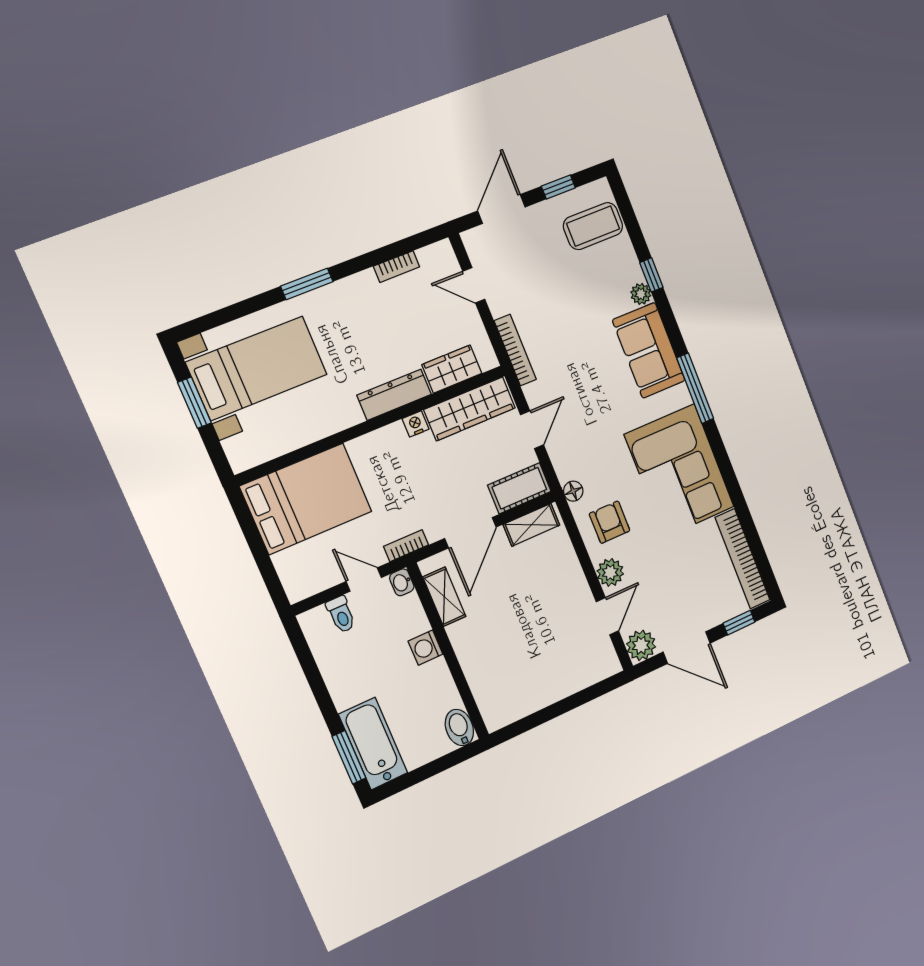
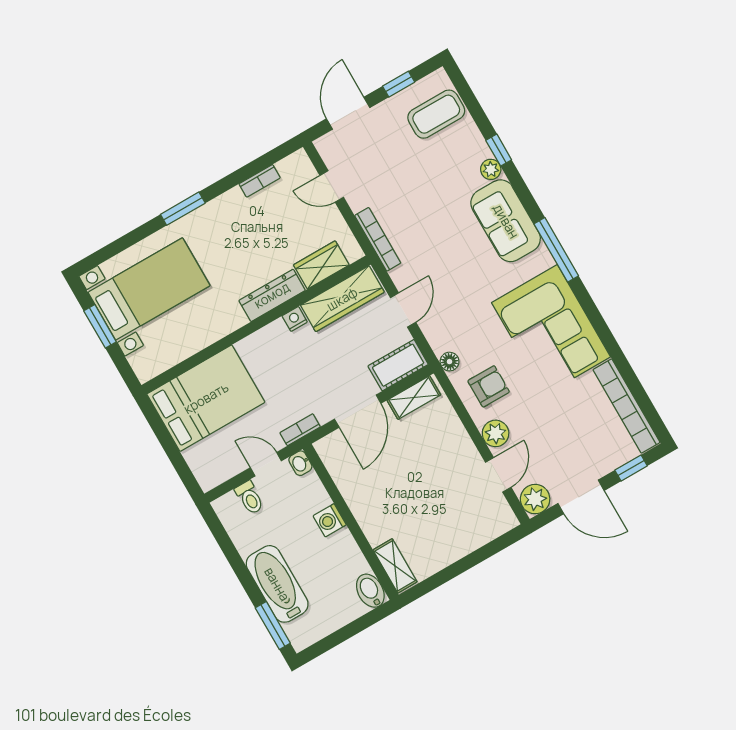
armchair: (610, 522) -> (489, 386), turned 90
shelving: (444, 597) -> (395, 566), moved
bathtub: (373, 744) -> (277, 584), moved

